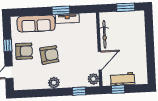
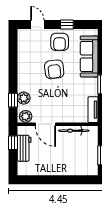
tv unit: (67, 19) -> (93, 110), moved
plant: (54, 83) -> (24, 98), moved

